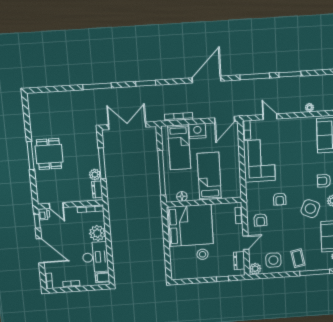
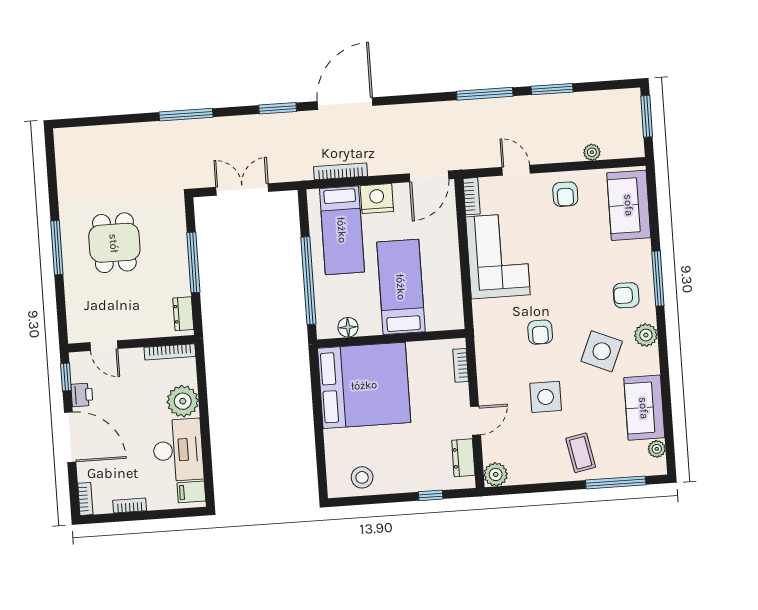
door: (206, 79) -> (345, 104), moved
double door: (127, 126) -> (242, 189), width x0.73
dining table: (49, 154) -> (114, 243), moved
plant: (95, 175) -> (179, 284), removed
printer: (44, 214) -> (82, 395), moved
armchair: (260, 220) -> (565, 194), moved
stool: (203, 254) -> (362, 477), moved
side table: (273, 260) -> (546, 397), moved

